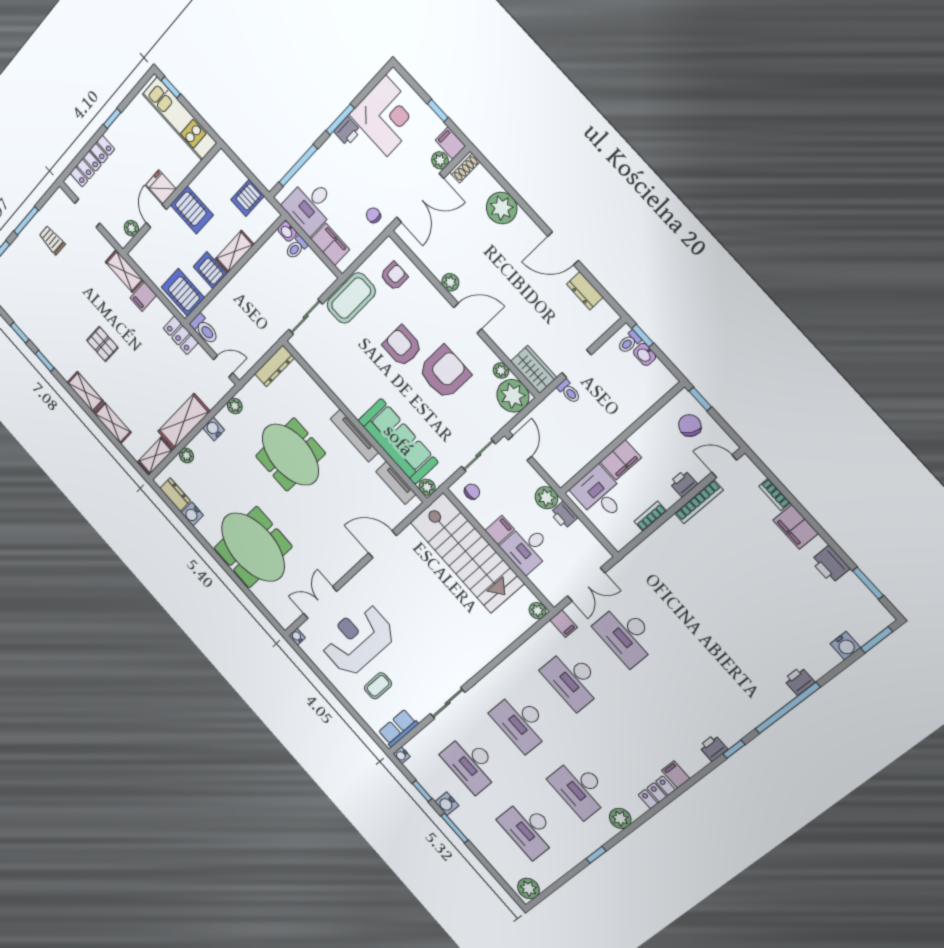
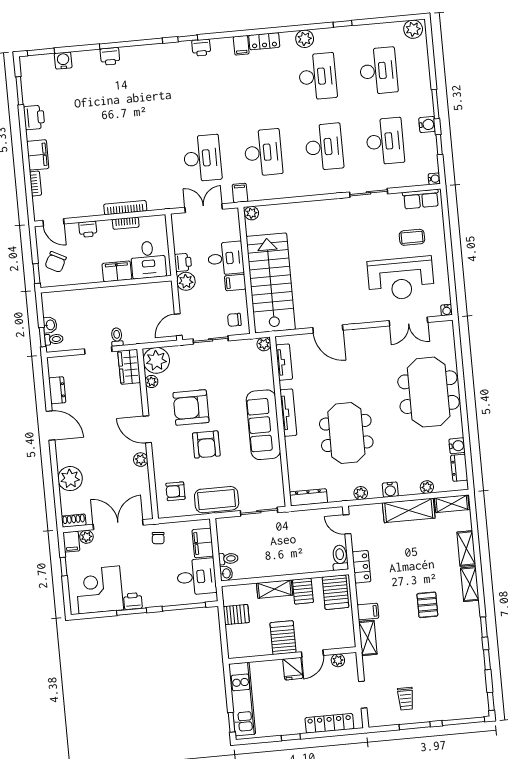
sofa: (398, 441) -> (263, 425), moved
bookcase: (699, 502) -> (125, 208), moved

